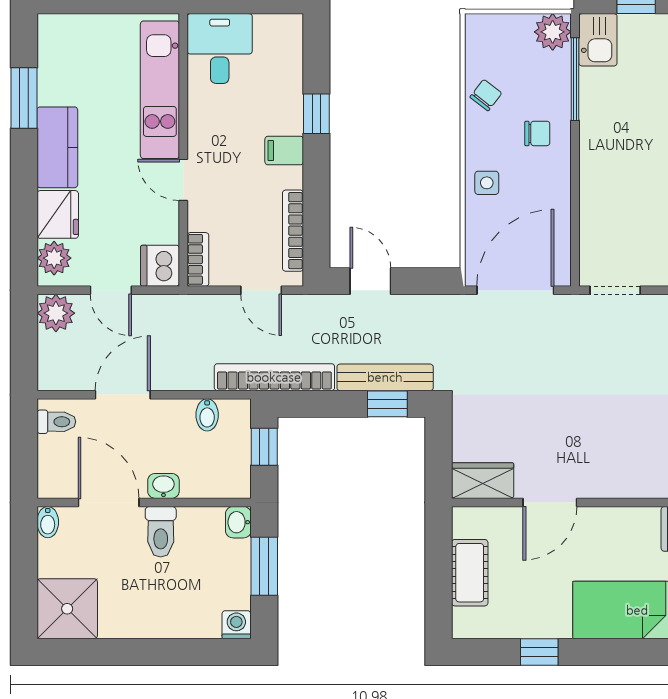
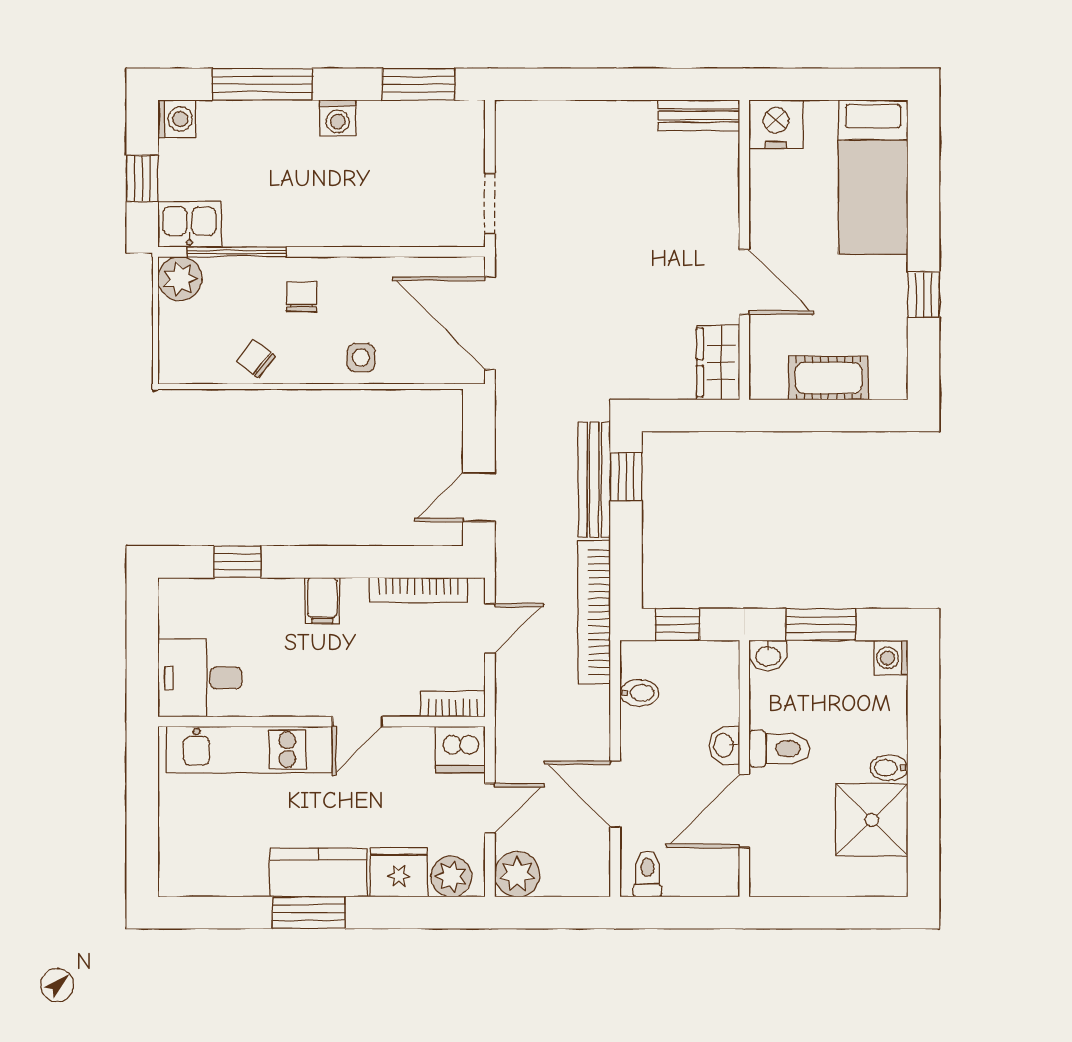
window: (24, 98) -> (309, 913), moved
window: (316, 114) -> (237, 562), moved
bidet: (48, 522) -> (889, 768), moved, turned 180
shower: (67, 609) -> (872, 820), moved

